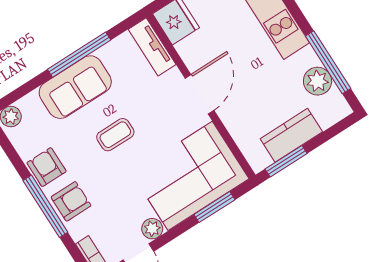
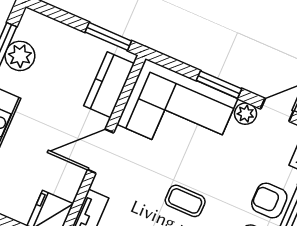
kitchen counter: (291, 135) -> (109, 85), moved, turned 90
window: (214, 207) -> (219, 85), moved

